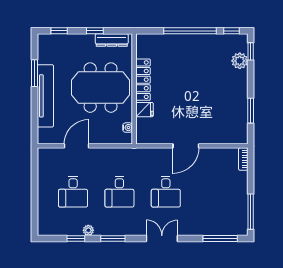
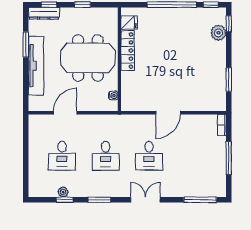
dresser: (112, 40) -> (44, 13), moved
fridge: (144, 110) -> (129, 22), moved
window: (251, 212) -> (229, 158), moved
plant: (88, 230) -> (63, 192), moved

